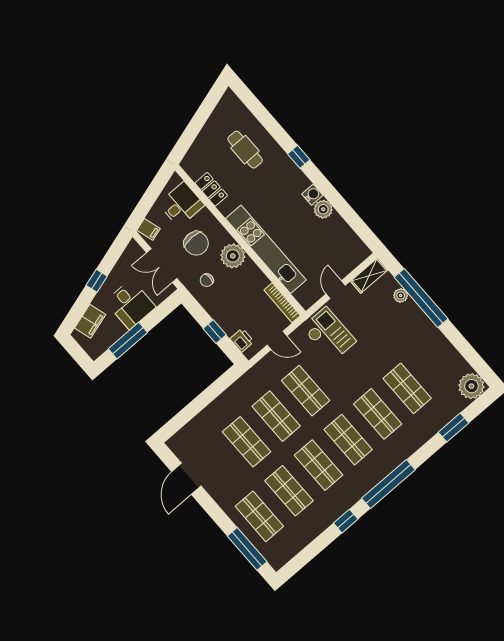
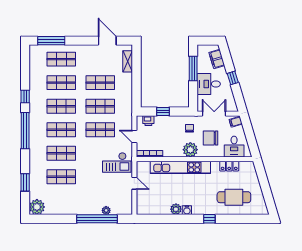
cafe table: (245, 150) -> (234, 197), width x1.37, depth x1.35
shelving: (369, 276) -> (128, 61), moved
door: (277, 340) -> (134, 136), hinge flipped

